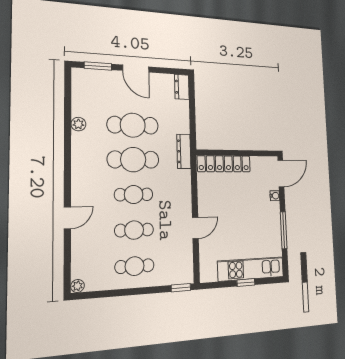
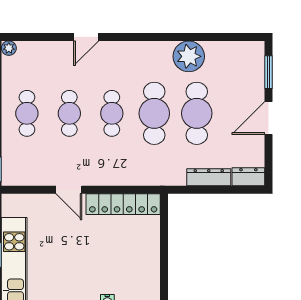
plant: (78, 124) -> (189, 56), width x1.87, depth x1.87
dresser: (184, 151) -> (209, 177), moved
locker: (224, 164) -> (123, 204), moved, turned -90
door: (67, 218) -> (86, 37), hinge flipped

